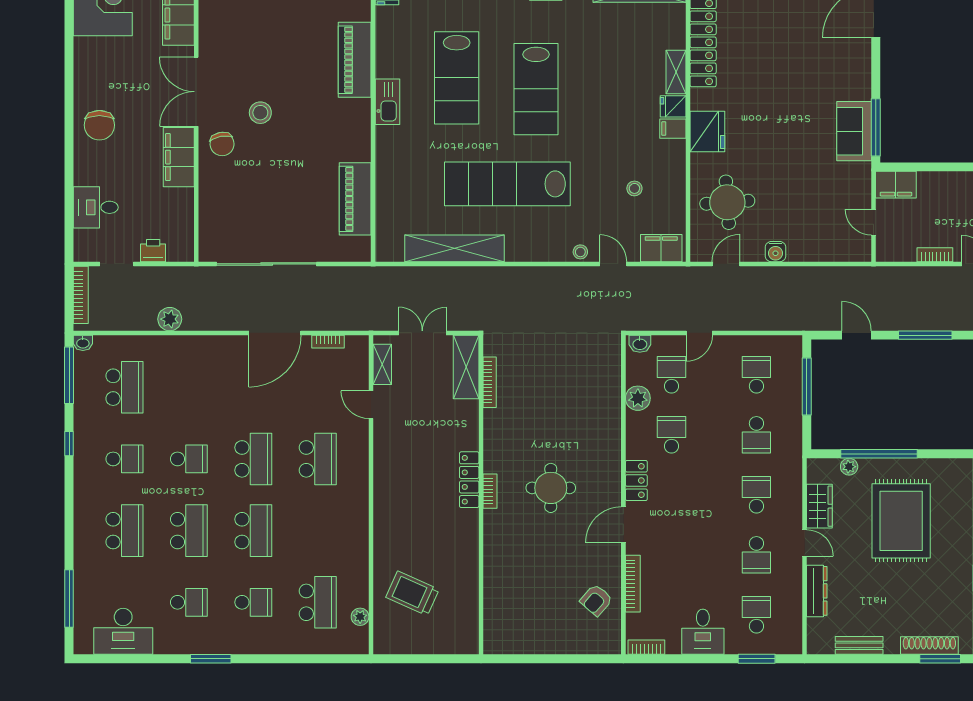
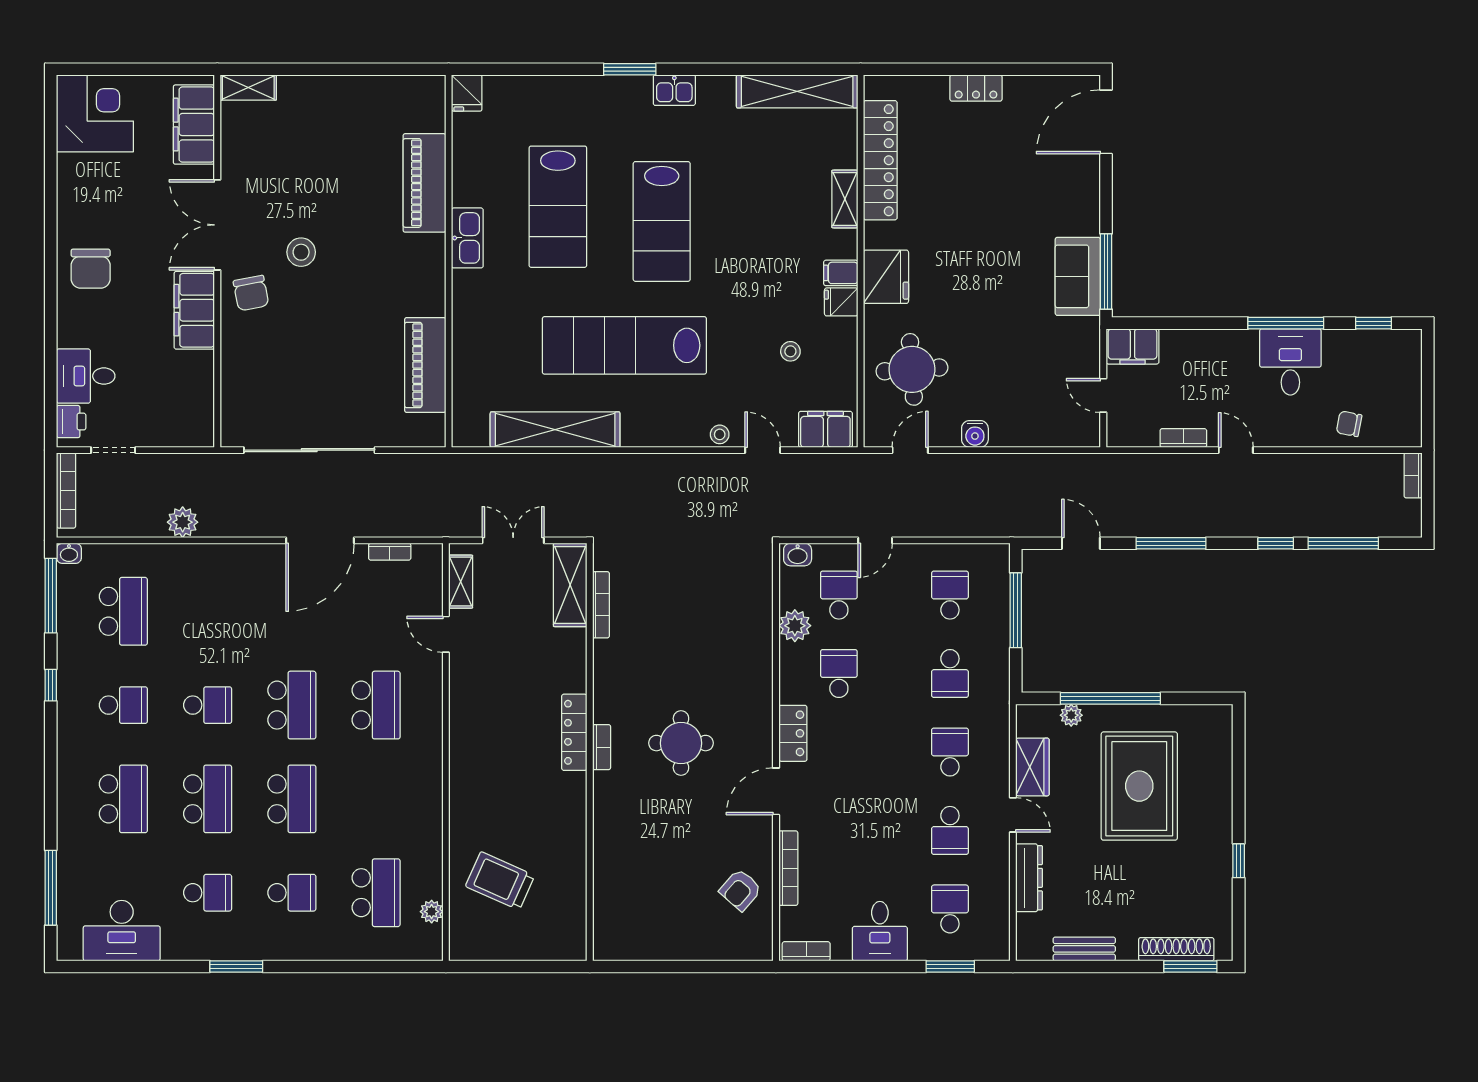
fridge: (673, 106) -> (841, 302), moved
printer: (153, 251) -> (71, 422), moved, turned 90

